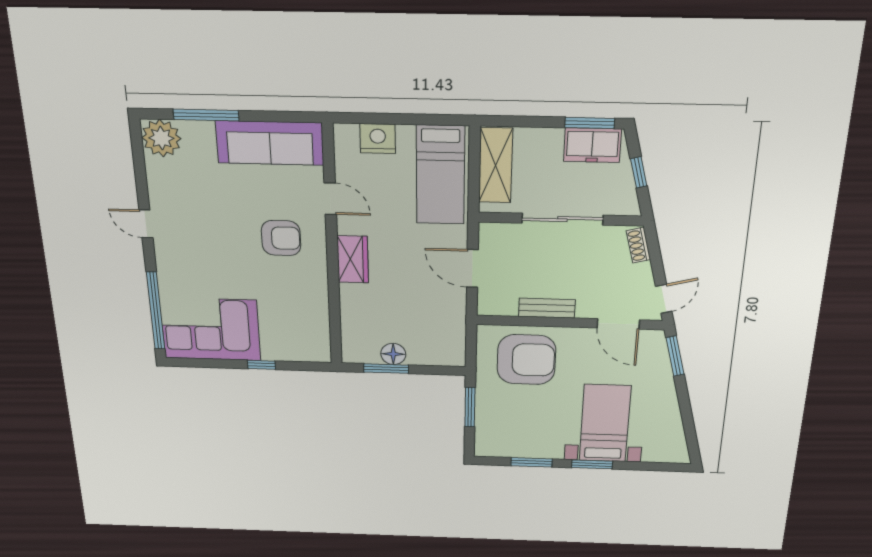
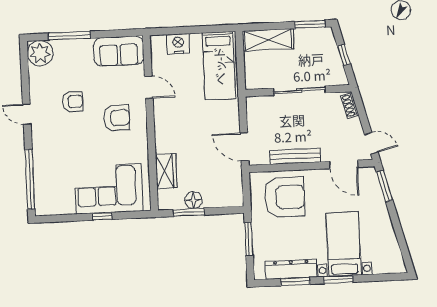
sofa: (270, 143) -> (119, 51), width x0.73
freezer: (592, 145) -> (313, 39), removed
shelving: (496, 165) -> (268, 40), moved, turned 90
armchair: (214, 211) -> (72, 102), added
wardrobe: (353, 259) -> (166, 171), moved
door: (472, 268) -> (244, 147), moved
door: (664, 299) -> (371, 143), hinge flipped
bench: (547, 308) -> (295, 156), width x1.36
corner sofa: (210, 329) -> (109, 189), moved
dresser: (527, 448) -> (291, 269), added

